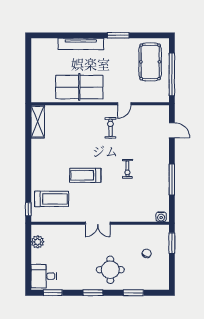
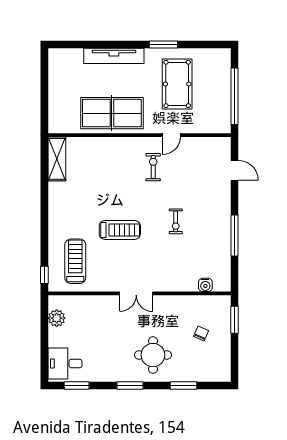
pool table: (150, 62) -> (177, 84), moved
treadmill: (85, 175) -> (120, 230), turned 180
treadmill: (52, 199) -> (75, 261), turned -90
water cooler: (161, 217) -> (205, 285), moved

